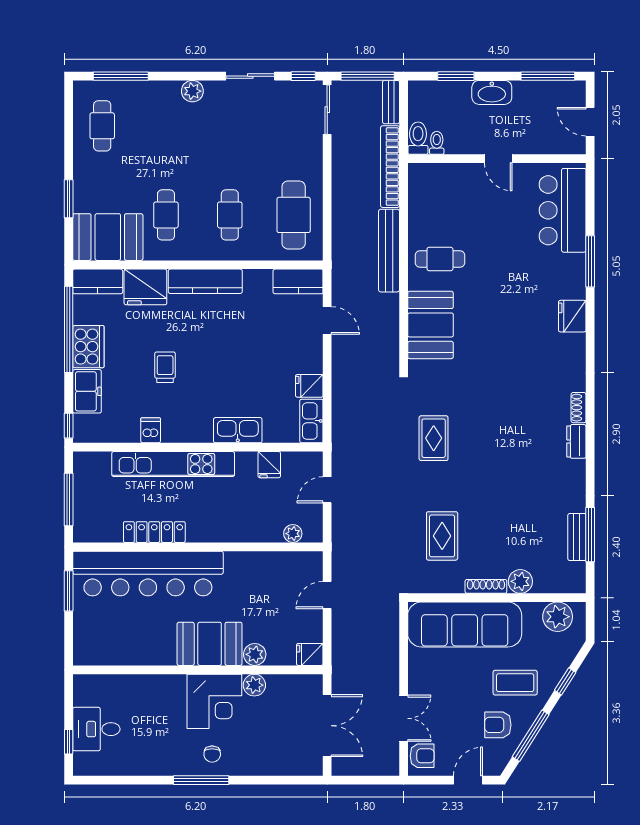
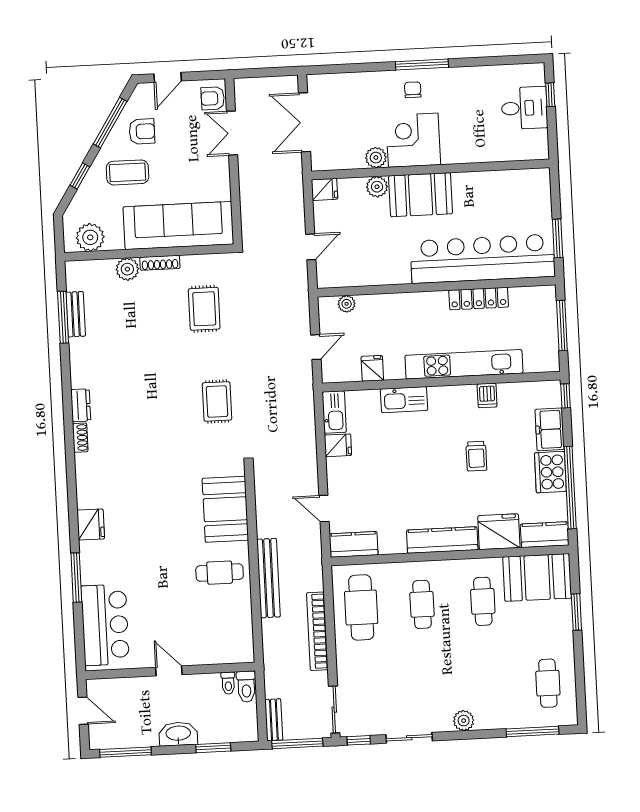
bookcase: (390, 167) -> (317, 631), moved, turned 180

